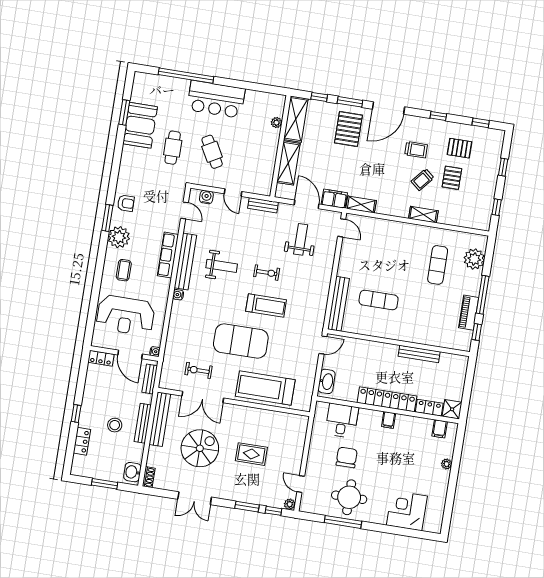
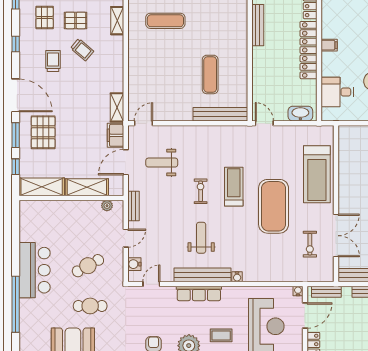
plant: (277, 123) -> (107, 206), moved
pallet: (348, 129) -> (43, 132), turned 90
shelving: (423, 215) -> (117, 21), moved

